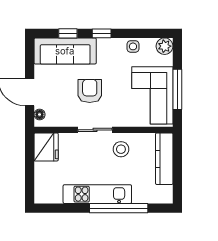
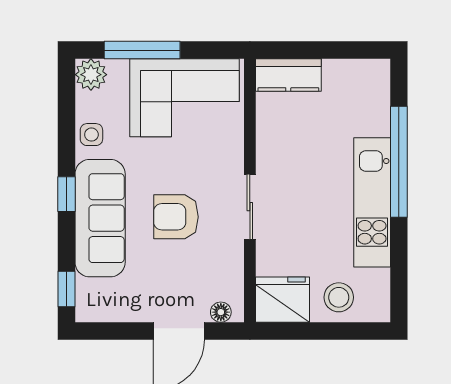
window: (68, 33) -> (66, 289), moved
sofa: (65, 51) -> (100, 218), moved
window: (177, 89) -> (142, 50), moved
stool: (121, 149) -> (339, 297), moved
kitchen counter: (164, 159) -> (288, 75), width x0.67

